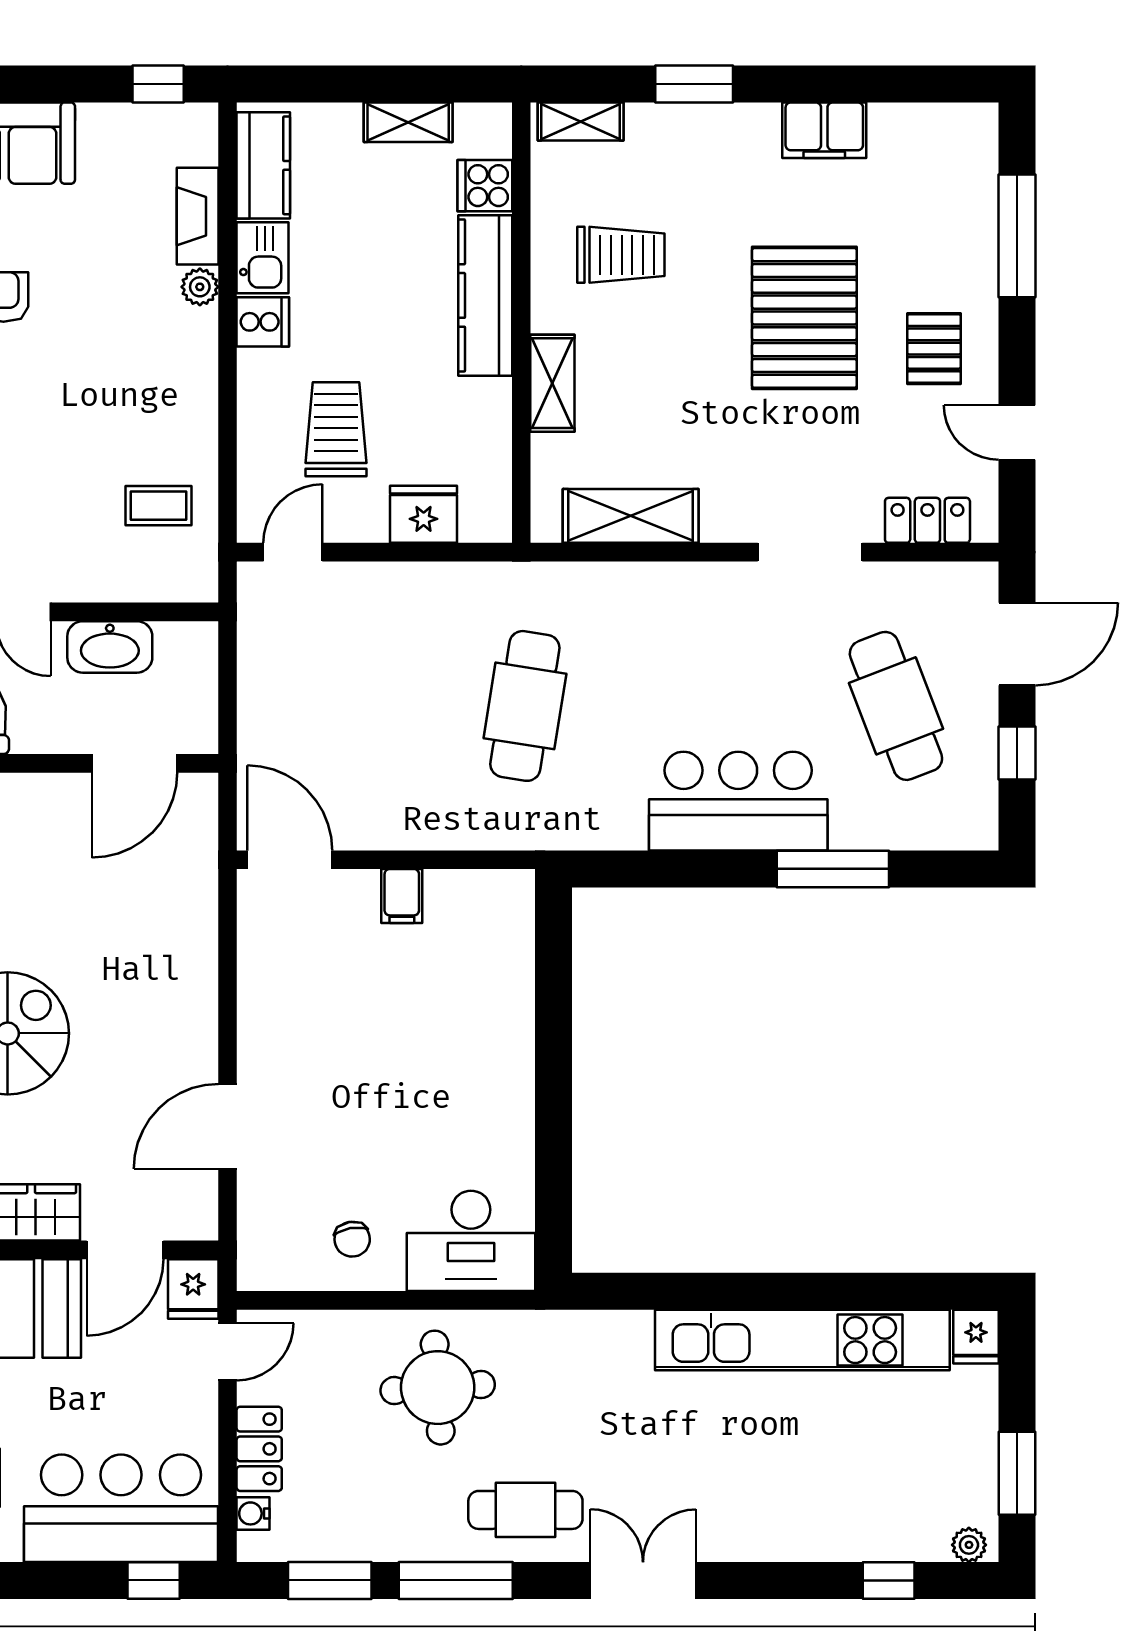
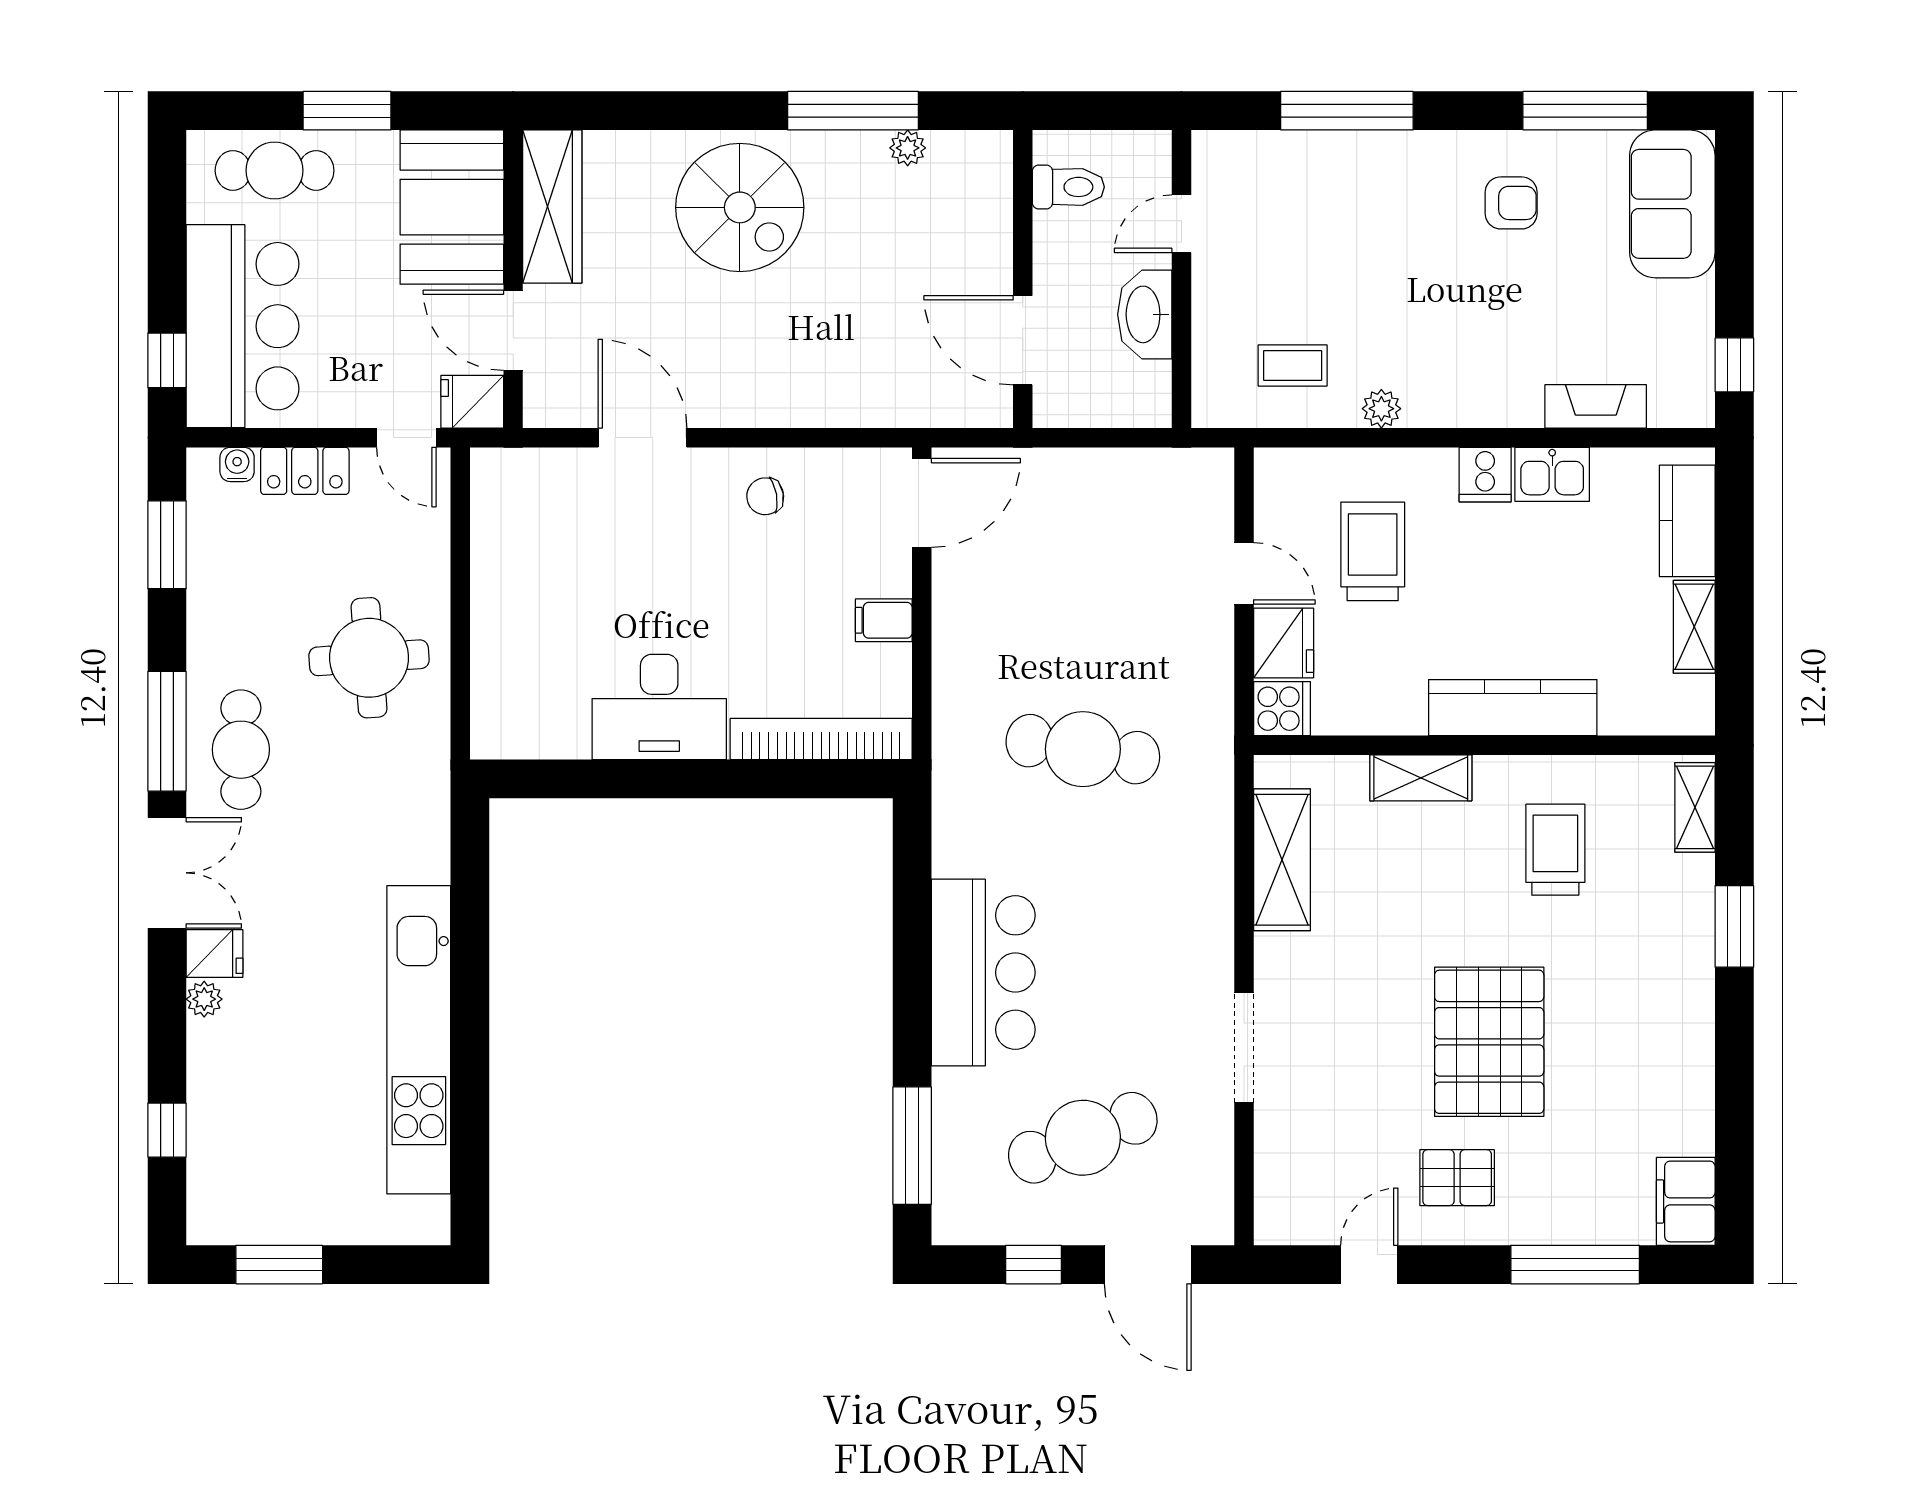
filing cabinet: (824, 130) -> (1686, 1201), moved
kitchen counter: (263, 165) -> (1687, 521), moved, turned 90
cooker: (485, 186) -> (1282, 709), moved, turned 90
trolley: (621, 255) -> (1555, 850), turned 180
plant: (200, 287) -> (1381, 409), moved
pallet: (804, 318) -> (1489, 1042), turned 90
trolley: (336, 429) -> (1373, 551), turned -90
coffee table: (159, 506) -> (1293, 365), turned 90
locker: (927, 520) -> (1277, 1171), removed
door: (293, 552) -> (1244, 573), moved
window: (833, 869) -> (912, 1146), moved
bookcase: (515, 956) -> (821, 739), added
chair: (352, 1239) -> (765, 496), moved
desk: (471, 1241) -> (659, 707), moved, turned -90
fridge: (976, 1337) -> (215, 953), moved, turned 180
plant: (969, 1545) -> (204, 999), moved
window: (456, 1580) -> (167, 731), moved

